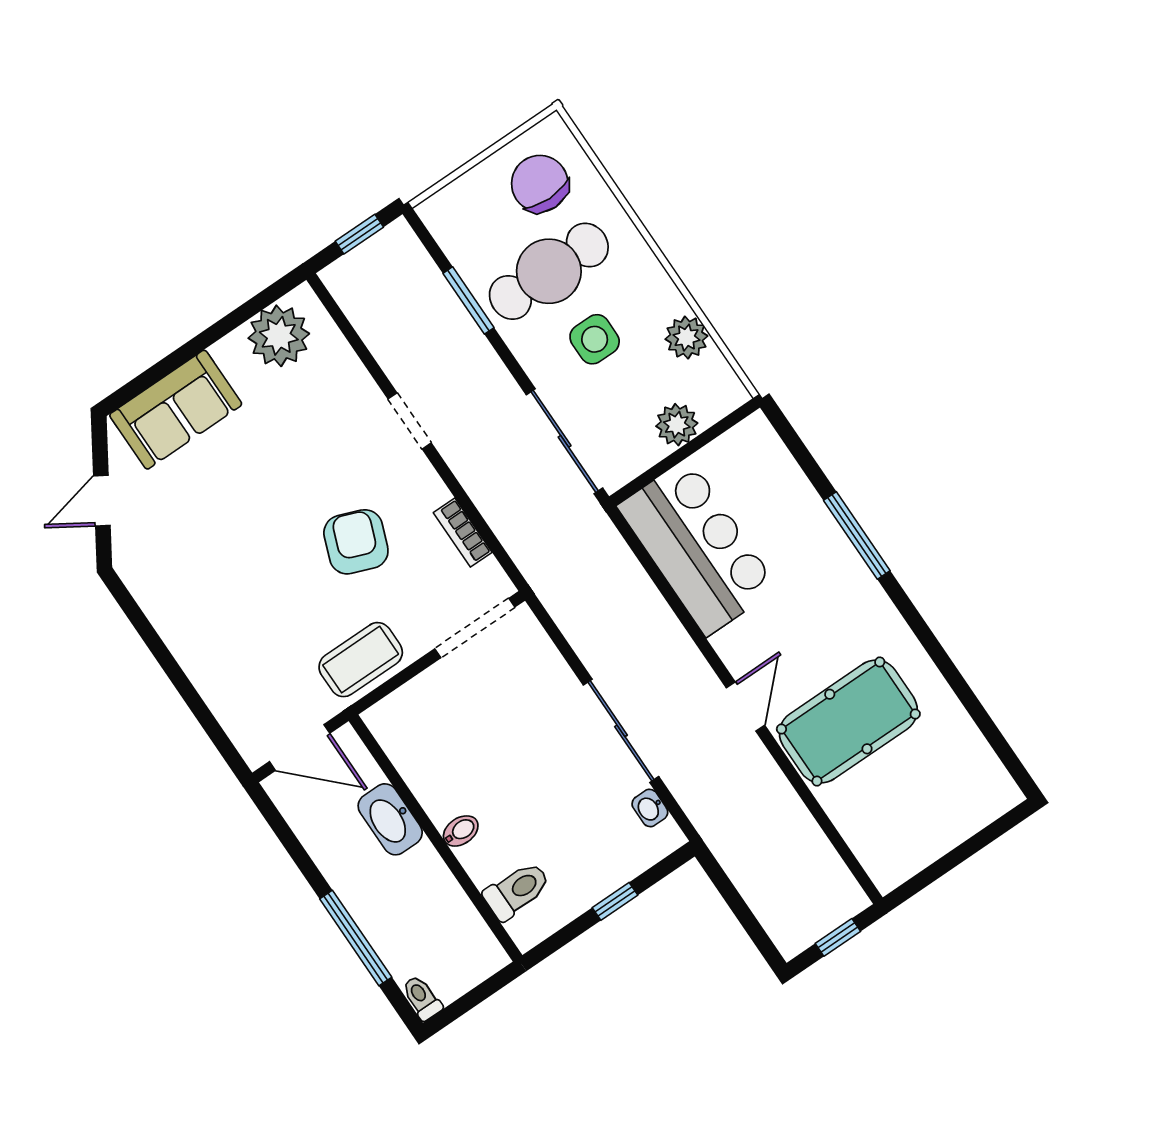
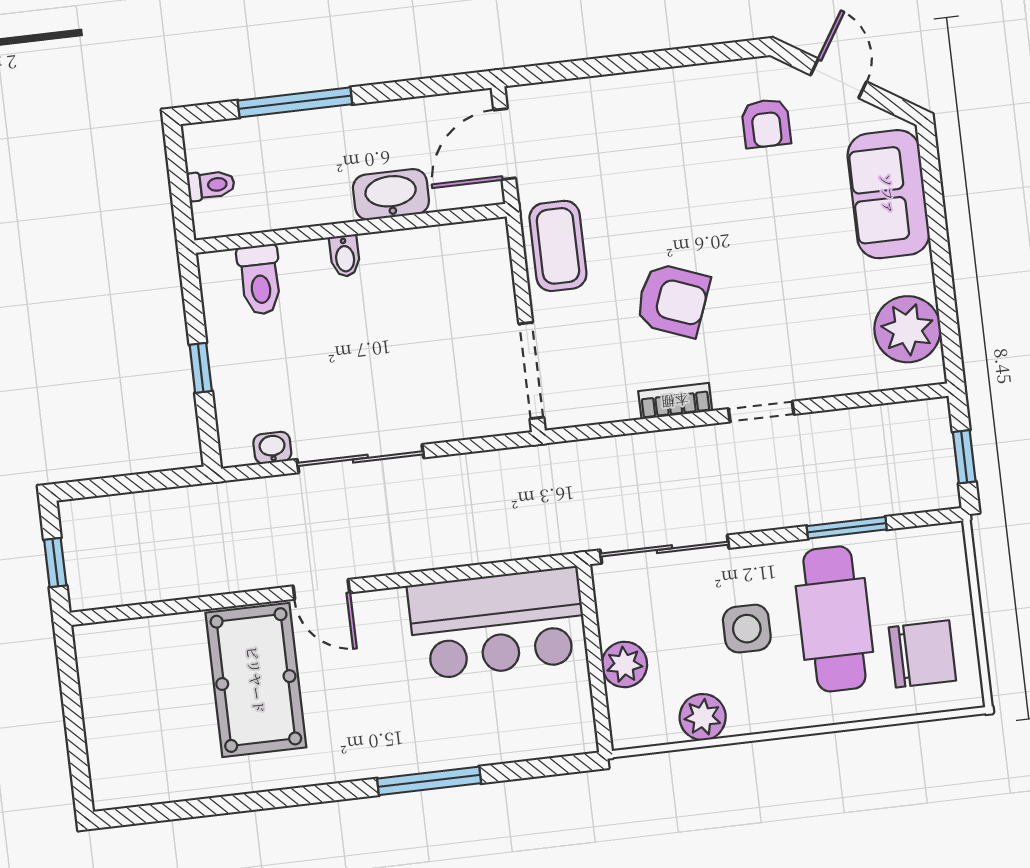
bookcase: (463, 533) -> (675, 401), moved
armchair: (170, 541) -> (766, 123), added
toilet: (422, 998) -> (211, 185), moved

